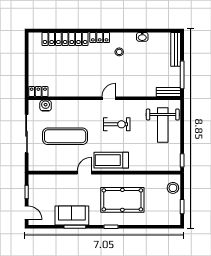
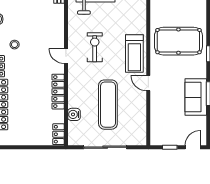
locker: (77, 91) -> (58, 92), added
water cooler: (46, 106) -> (74, 114), moved
pool table: (122, 200) -> (178, 41), turned 90

